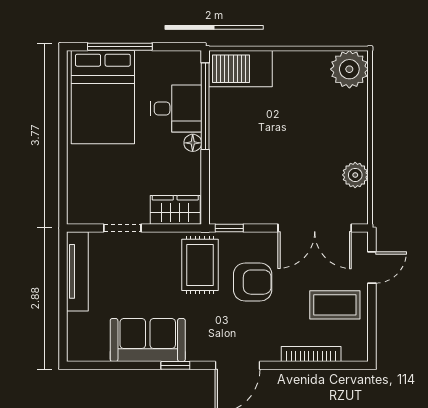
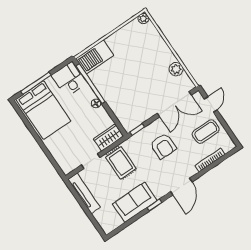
plant: (349, 69) -> (143, 19), width x0.53, depth x0.53
desk: (176, 108) -> (69, 79), moved, turned -90
rug: (200, 265) -> (121, 163), moved
armchair: (253, 282) -> (163, 146), turned 90

